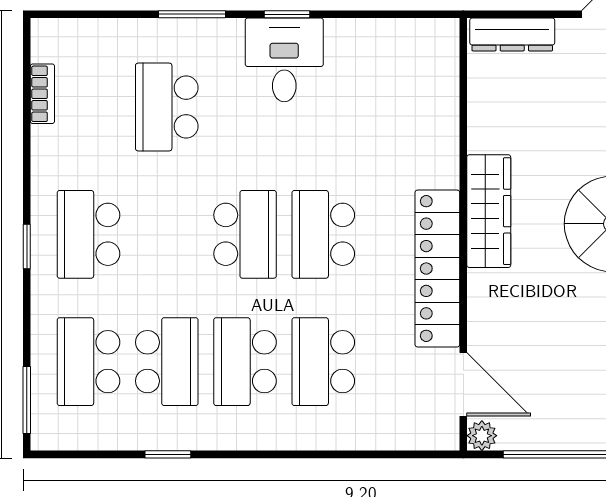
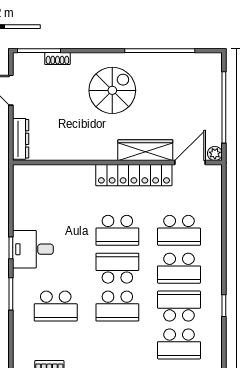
wardrobe: (489, 211) -> (145, 150), moved
school desk: (89, 234) -> (117, 306), moved

